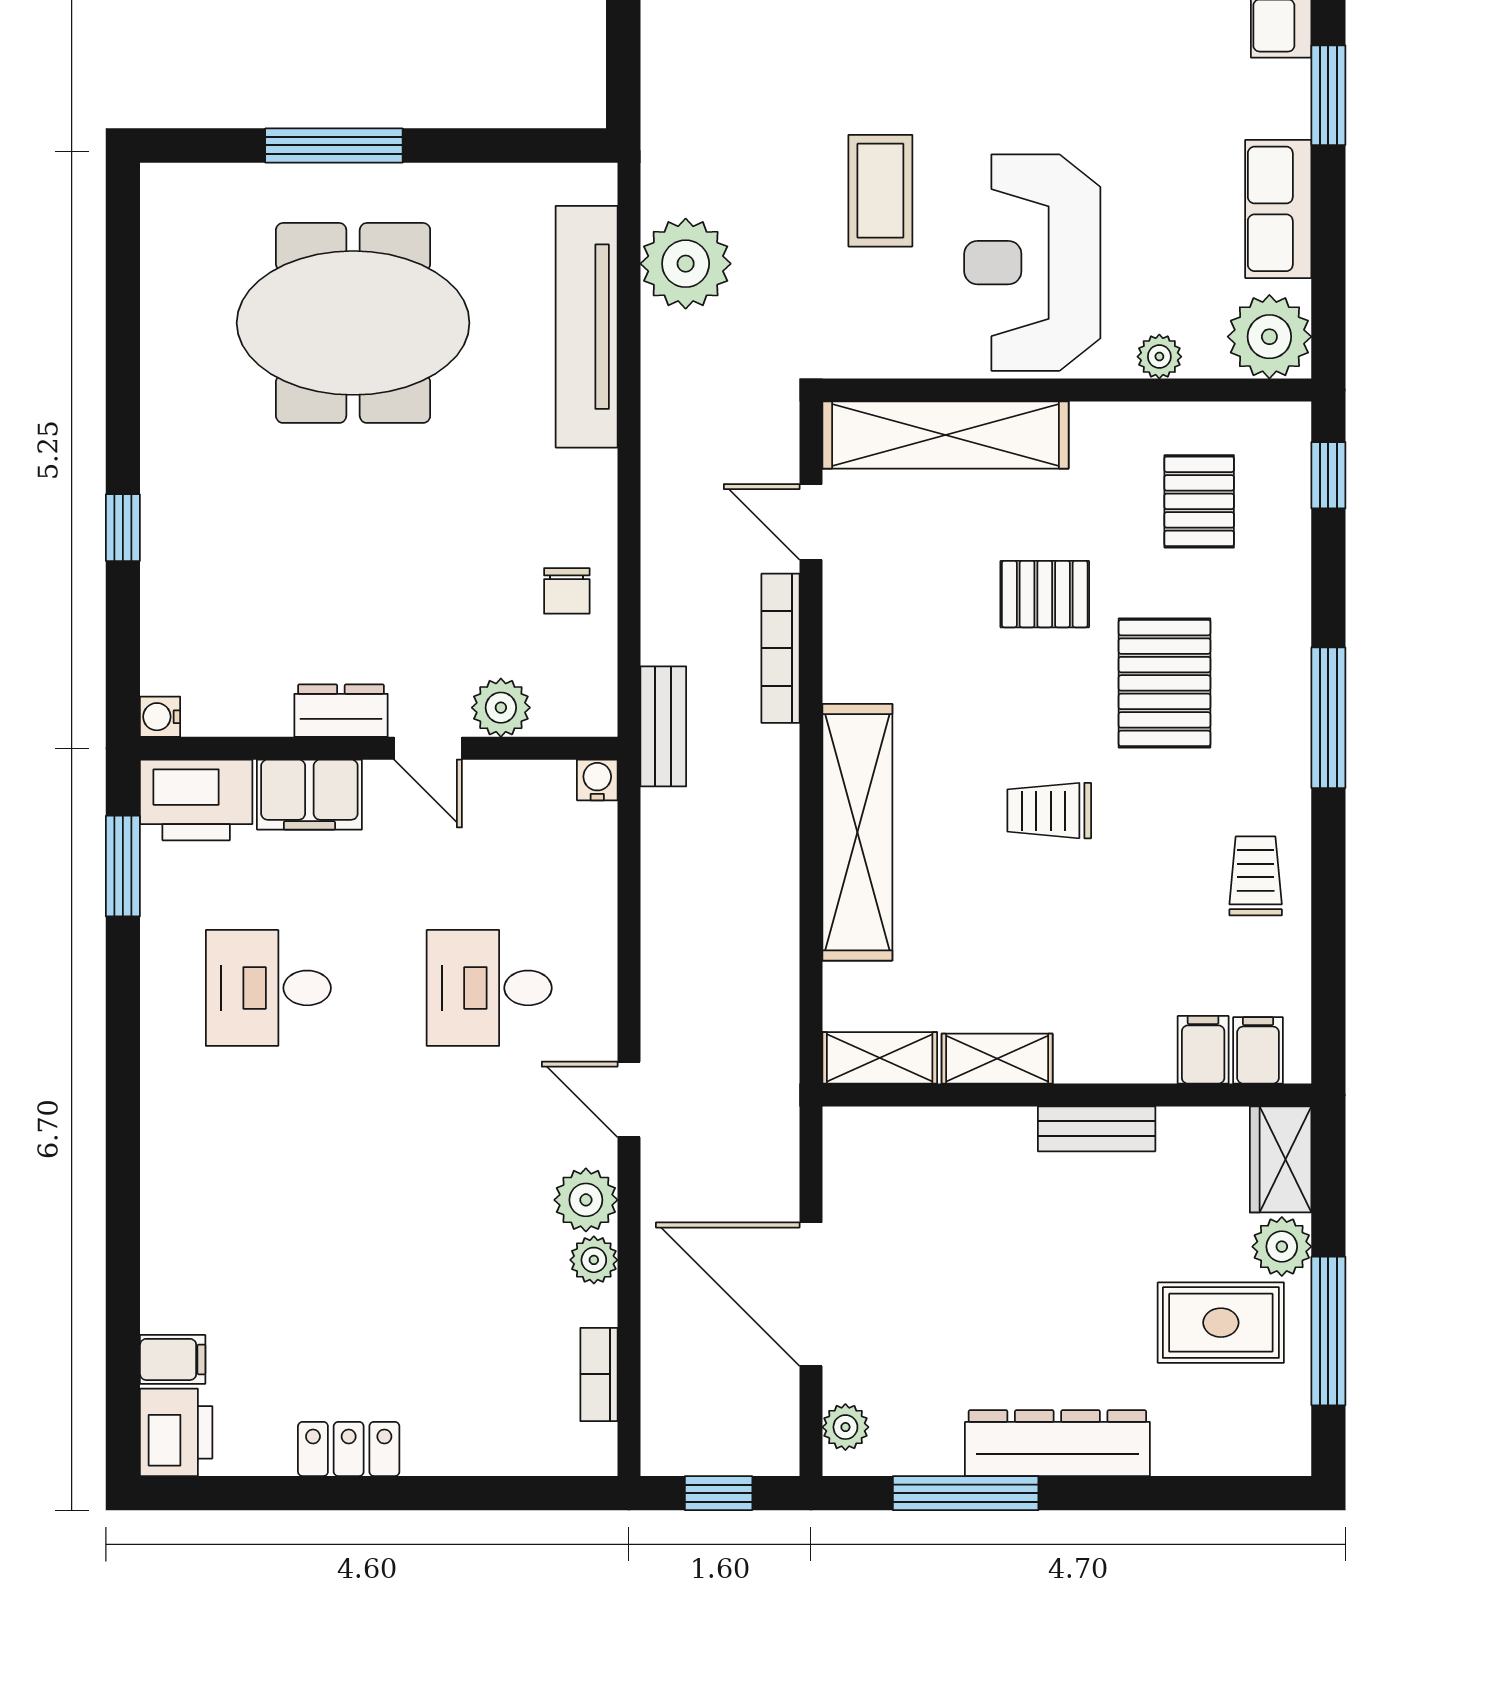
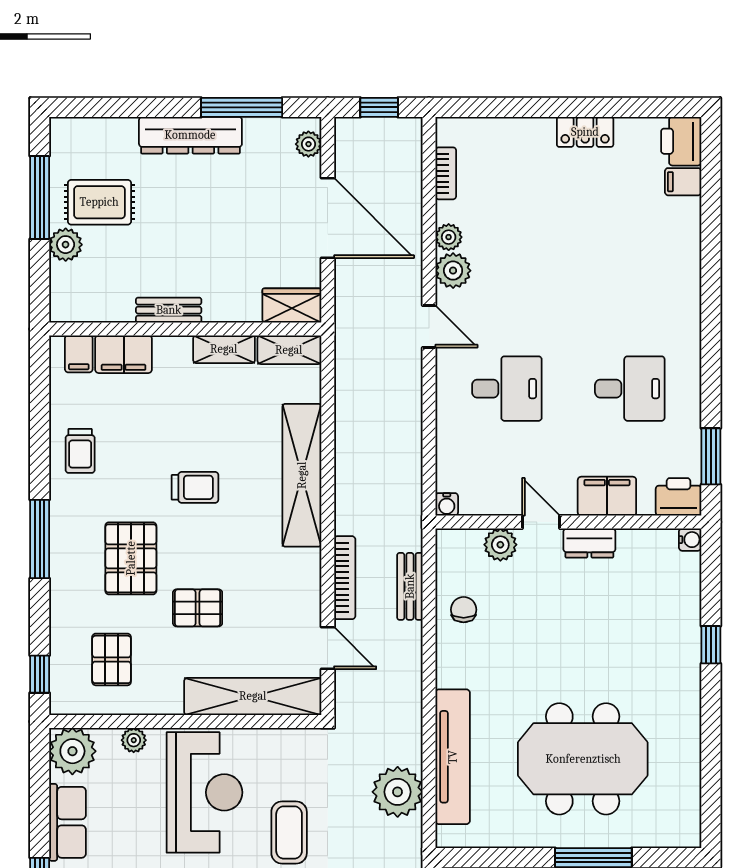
bench: (663, 726) -> (410, 586), moved
printer: (196, 800) -> (679, 497), width x0.73, depth x0.84
filing cabinet: (1203, 1050) -> (124, 354), width x2.00
wardrobe: (1281, 1159) -> (292, 305), moved, turned -90

